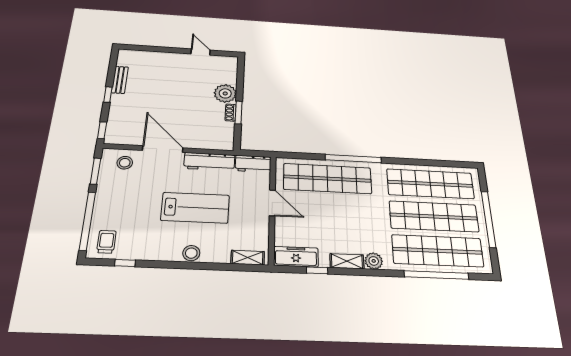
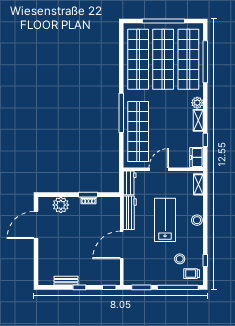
door: (201, 52) -> (36, 225), width x1.88
plant: (225, 93) -> (61, 205), moved
stool: (125, 163) -> (180, 259), moved
freezer: (296, 257) -> (197, 157), width x0.71

